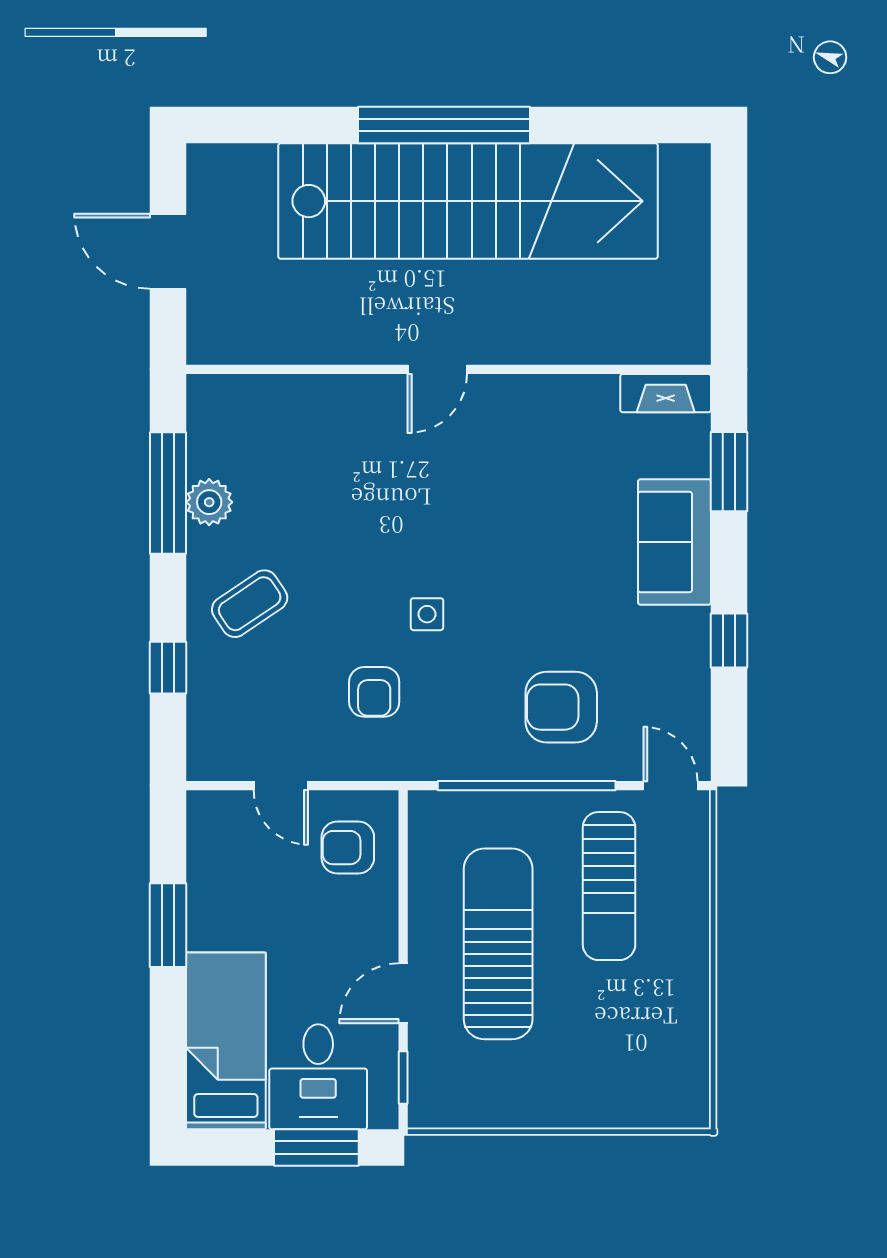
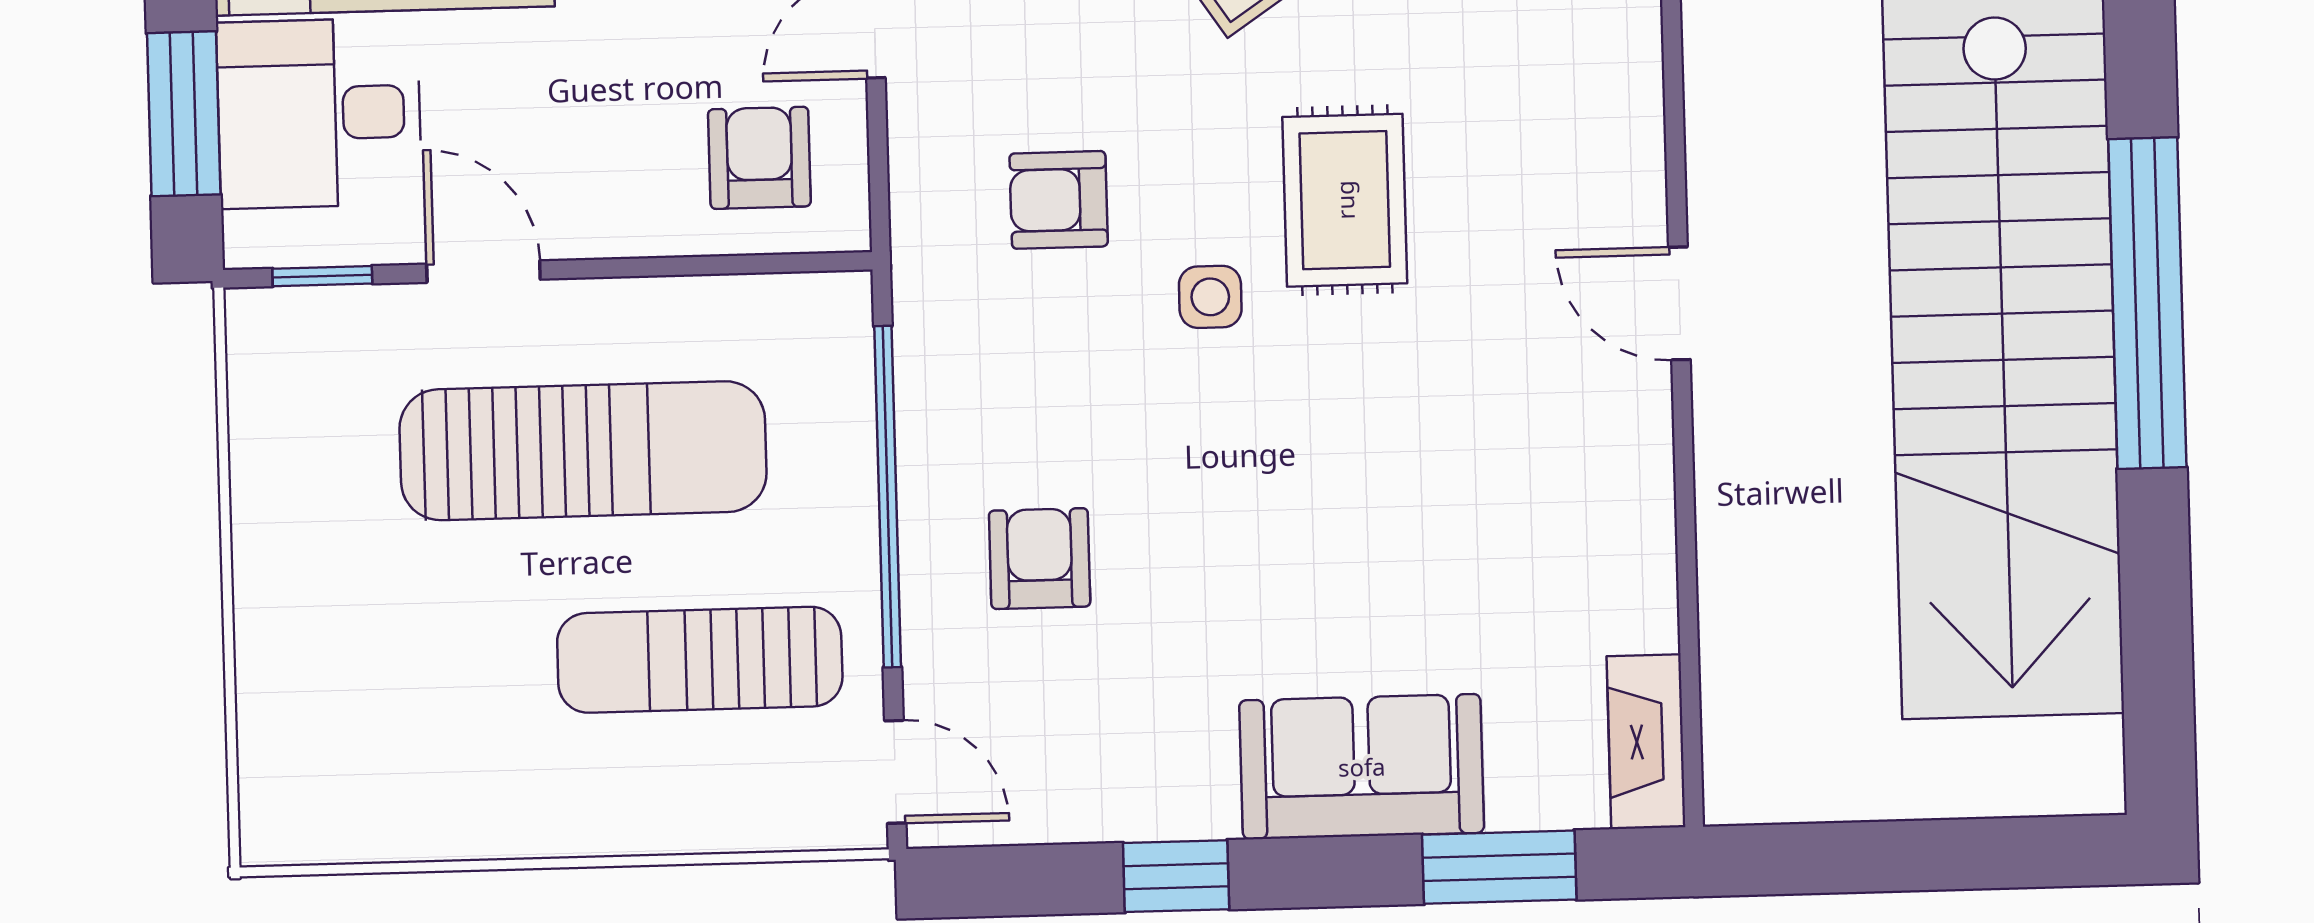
rug: (378, 543) -> (1345, 200), added
armchair: (561, 707) -> (1040, 559), width x0.72, depth x0.72
door: (670, 786) -> (895, 772), hinge flipped

